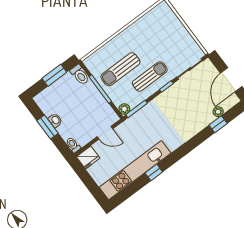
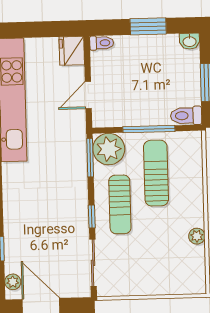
plant: (138, 25) -> (197, 236), added
plant: (124, 109) -> (109, 149), width x1.87, depth x1.87
plant: (218, 112) -> (13, 282), moved
washbasin: (55, 120) -> (190, 41), moved

